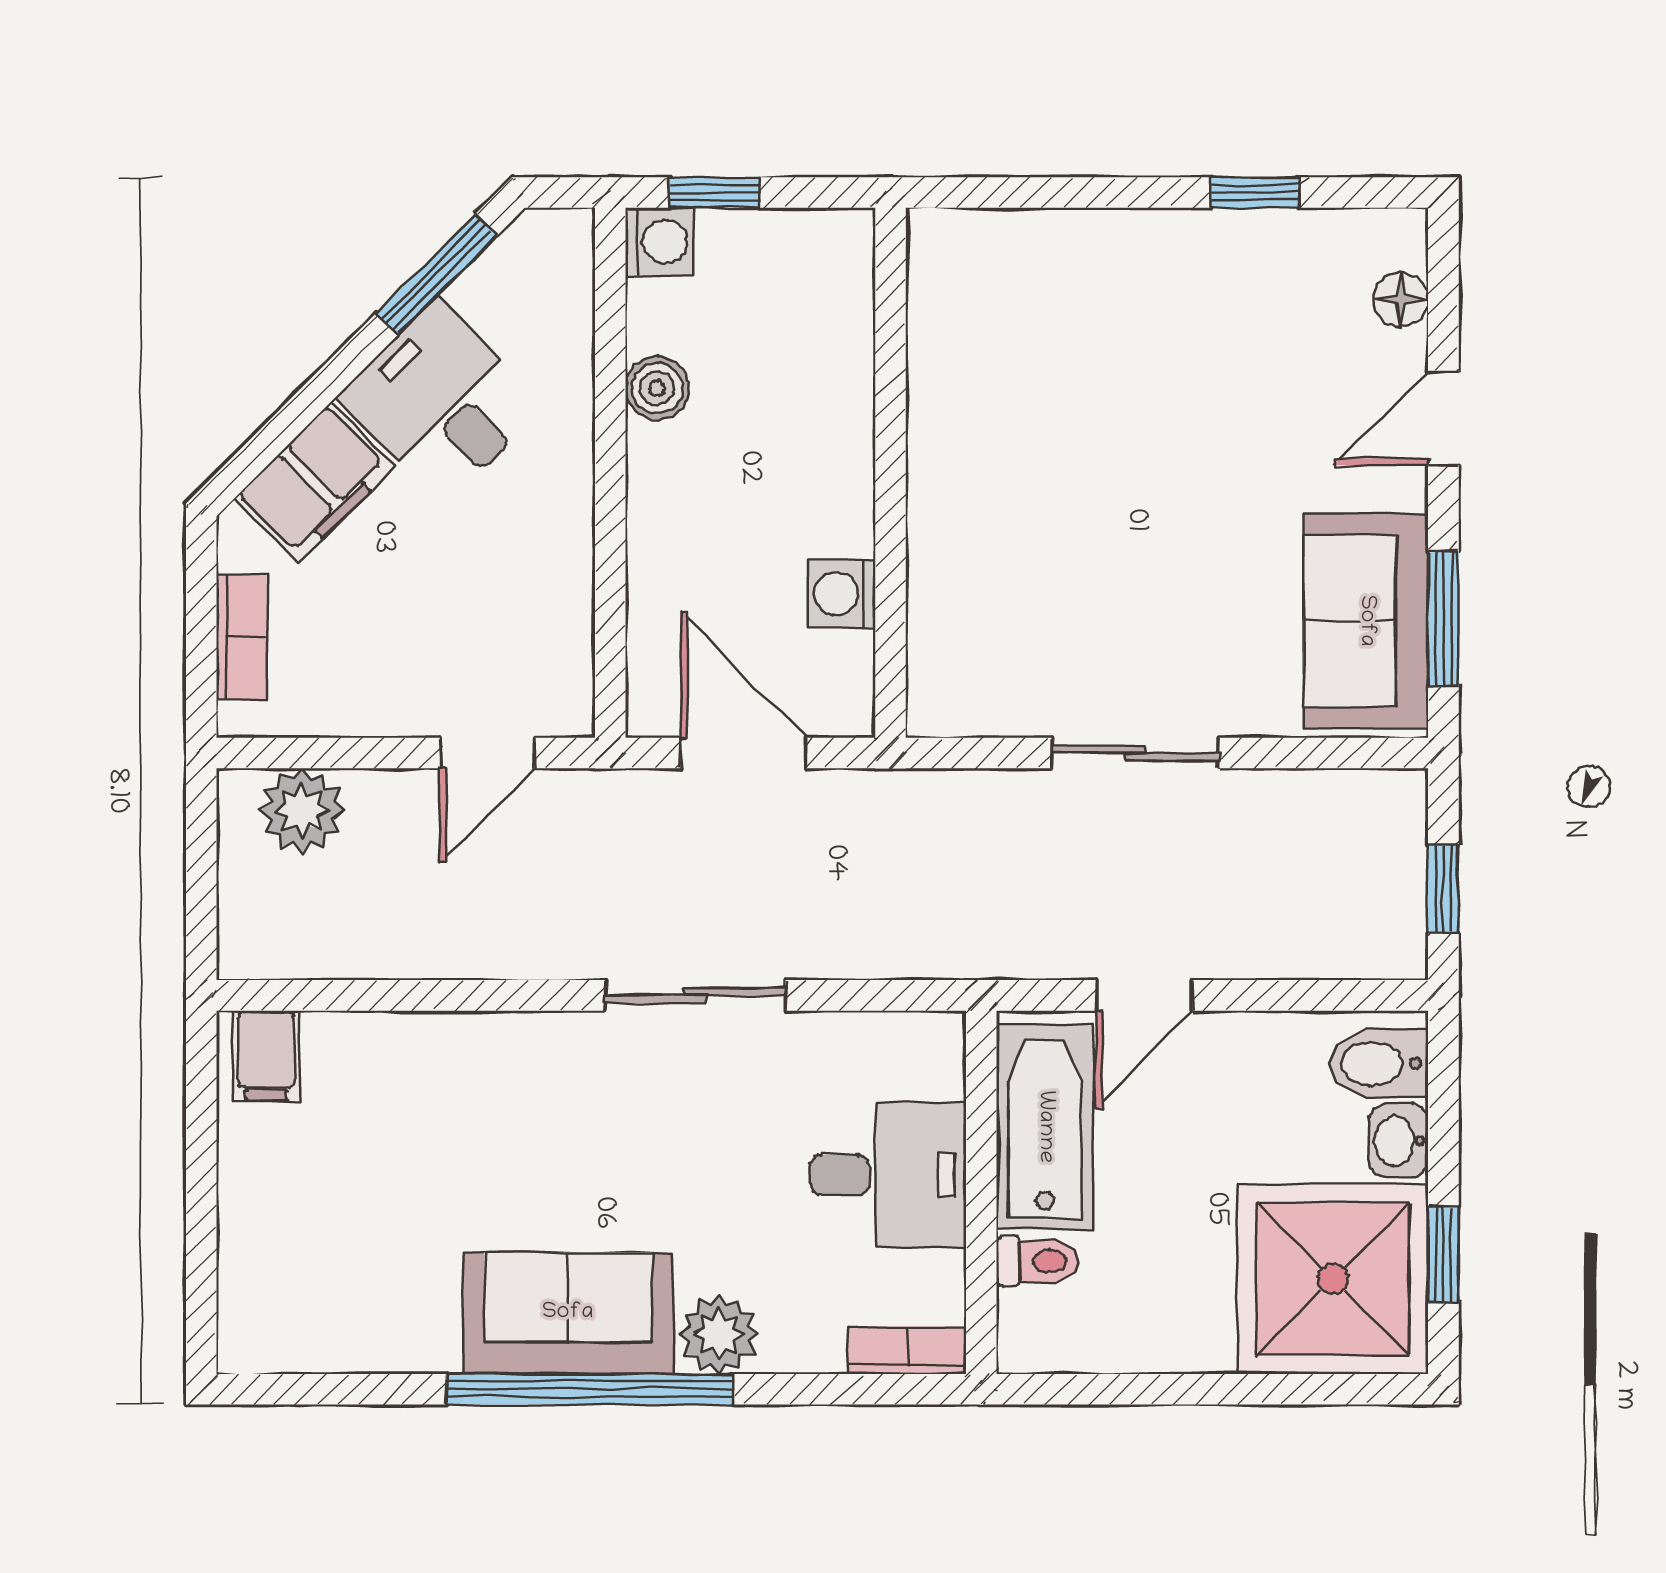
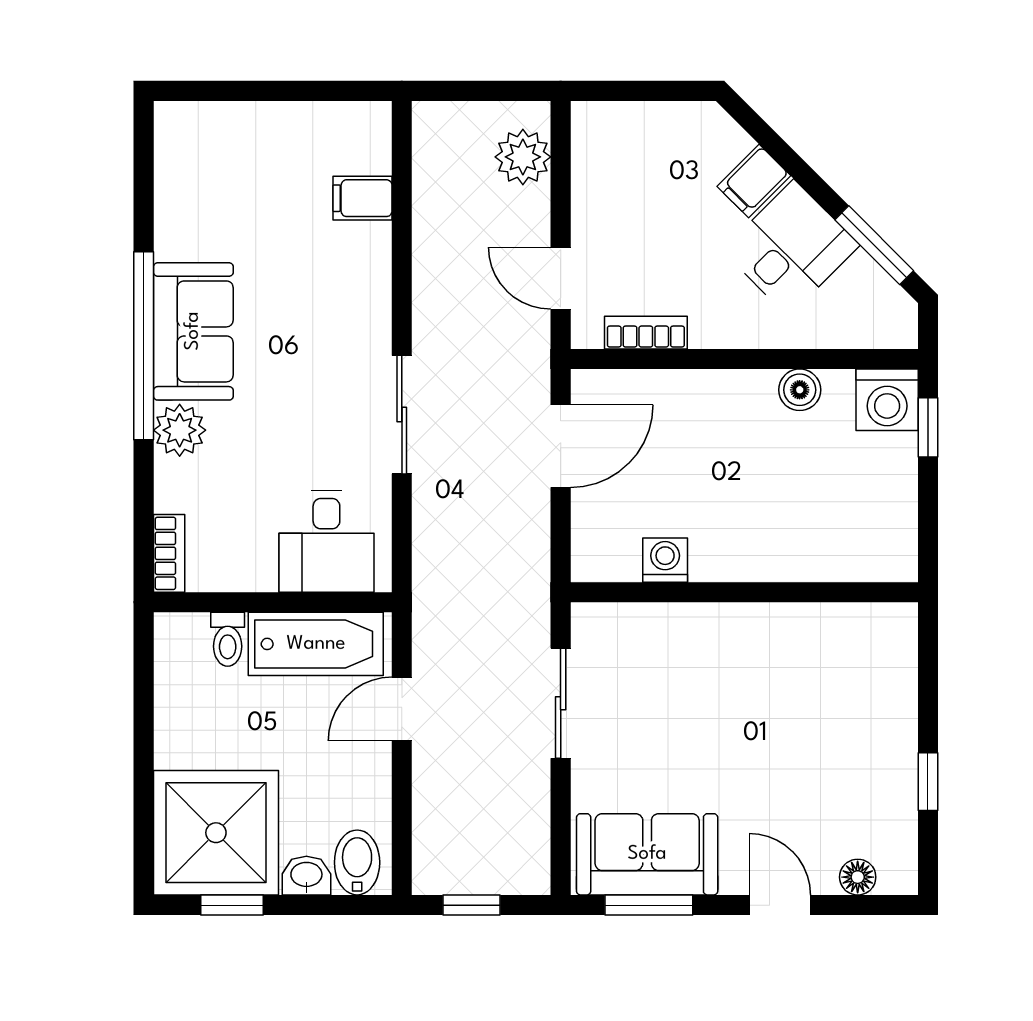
washing machine: (660, 242) -> (887, 400), width x1.38, depth x1.38
wall: (890, 473) -> (744, 592), moved
filing cabinet: (315, 482) -> (754, 181), width x0.50
washing machine: (841, 594) -> (665, 560), moved
bookcase: (241, 637) -> (646, 333), moved, turned 180
door: (1144, 995) -> (402, 709), hinge flipped
filing cabinet: (266, 1055) -> (362, 198), moved
desk: (888, 1175) -> (326, 541), moved

